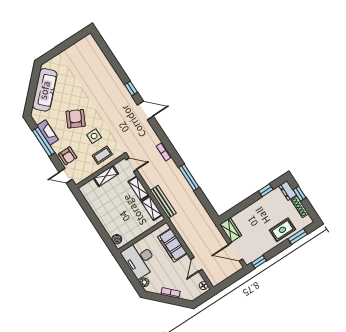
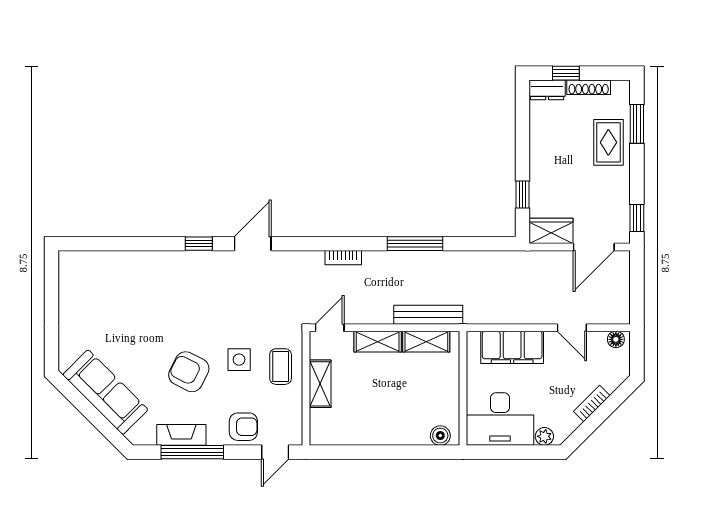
window: (266, 190) -> (522, 195), moved

